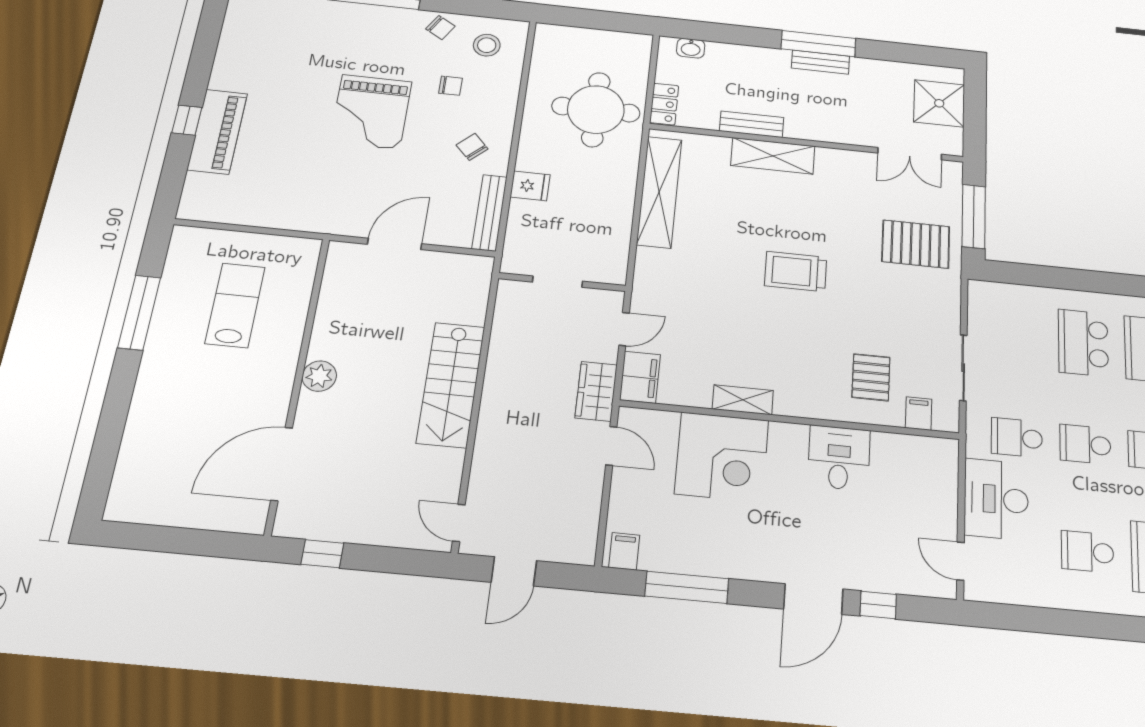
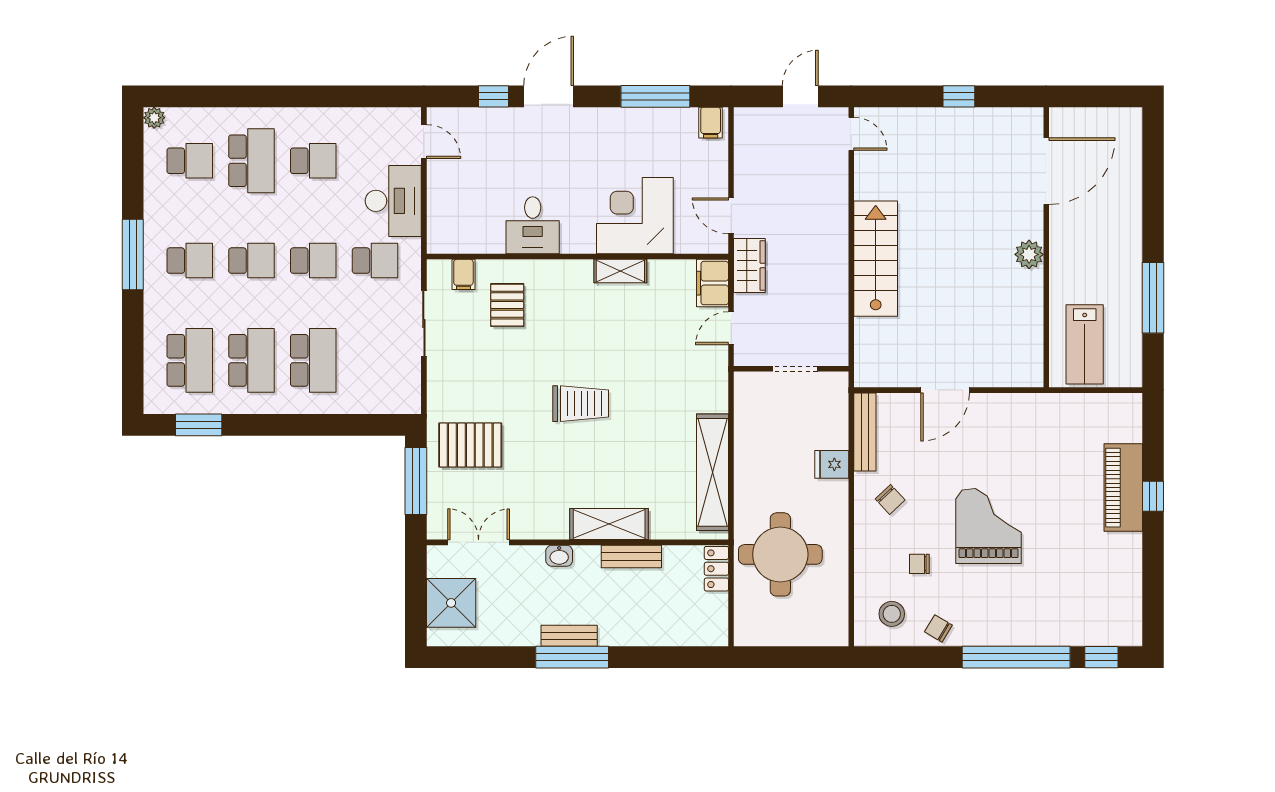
washbasin: (691, 48) -> (559, 556), moved, turned 180
lab bench: (235, 305) -> (1085, 344), moved
plant: (319, 376) -> (1029, 254), moved
wall: (298, 382) -> (1046, 247), moved
door: (282, 464) -> (1046, 171), moved

